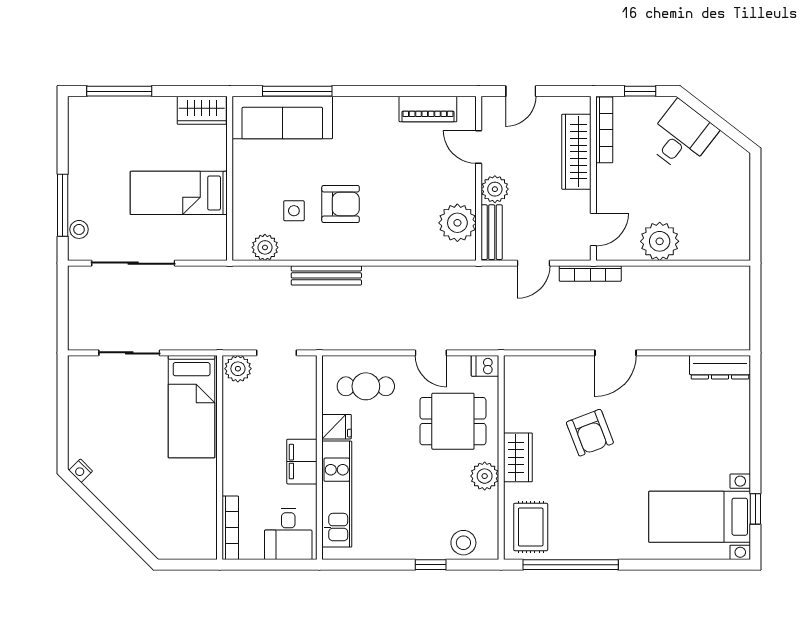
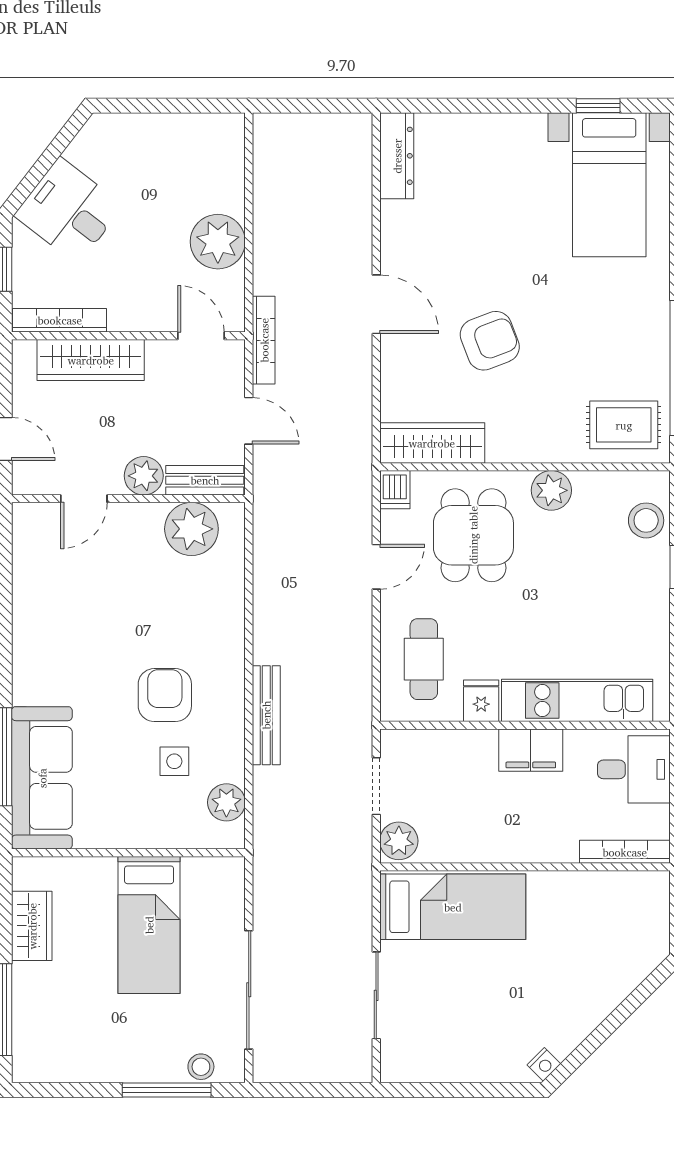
piano: (428, 109) -> (30, 571), removed
wardrobe: (202, 110) -> (32, 926), moved
wardrobe: (518, 457) -> (432, 443), moved, width x1.50

